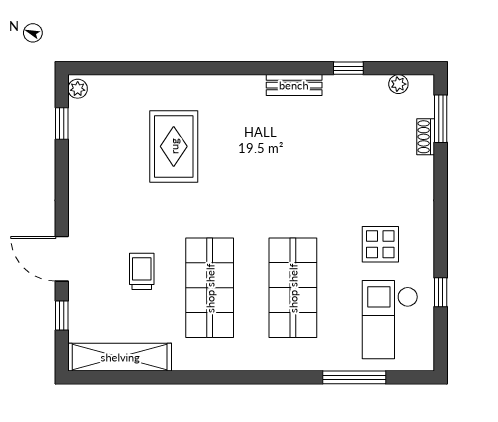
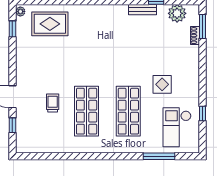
plant: (398, 84) -> (177, 13), width x1.87, depth x1.87
bench: (294, 85) -> (142, 10), moved
rug: (174, 146) -> (50, 24), moved, turned 90
display table: (380, 244) -> (162, 84), moved
shelving: (120, 357) -> (41, 146), removed

